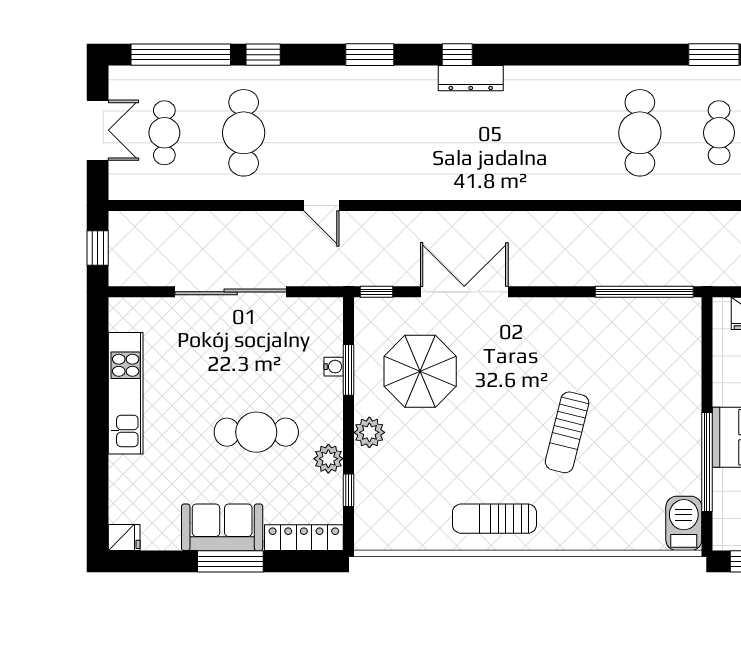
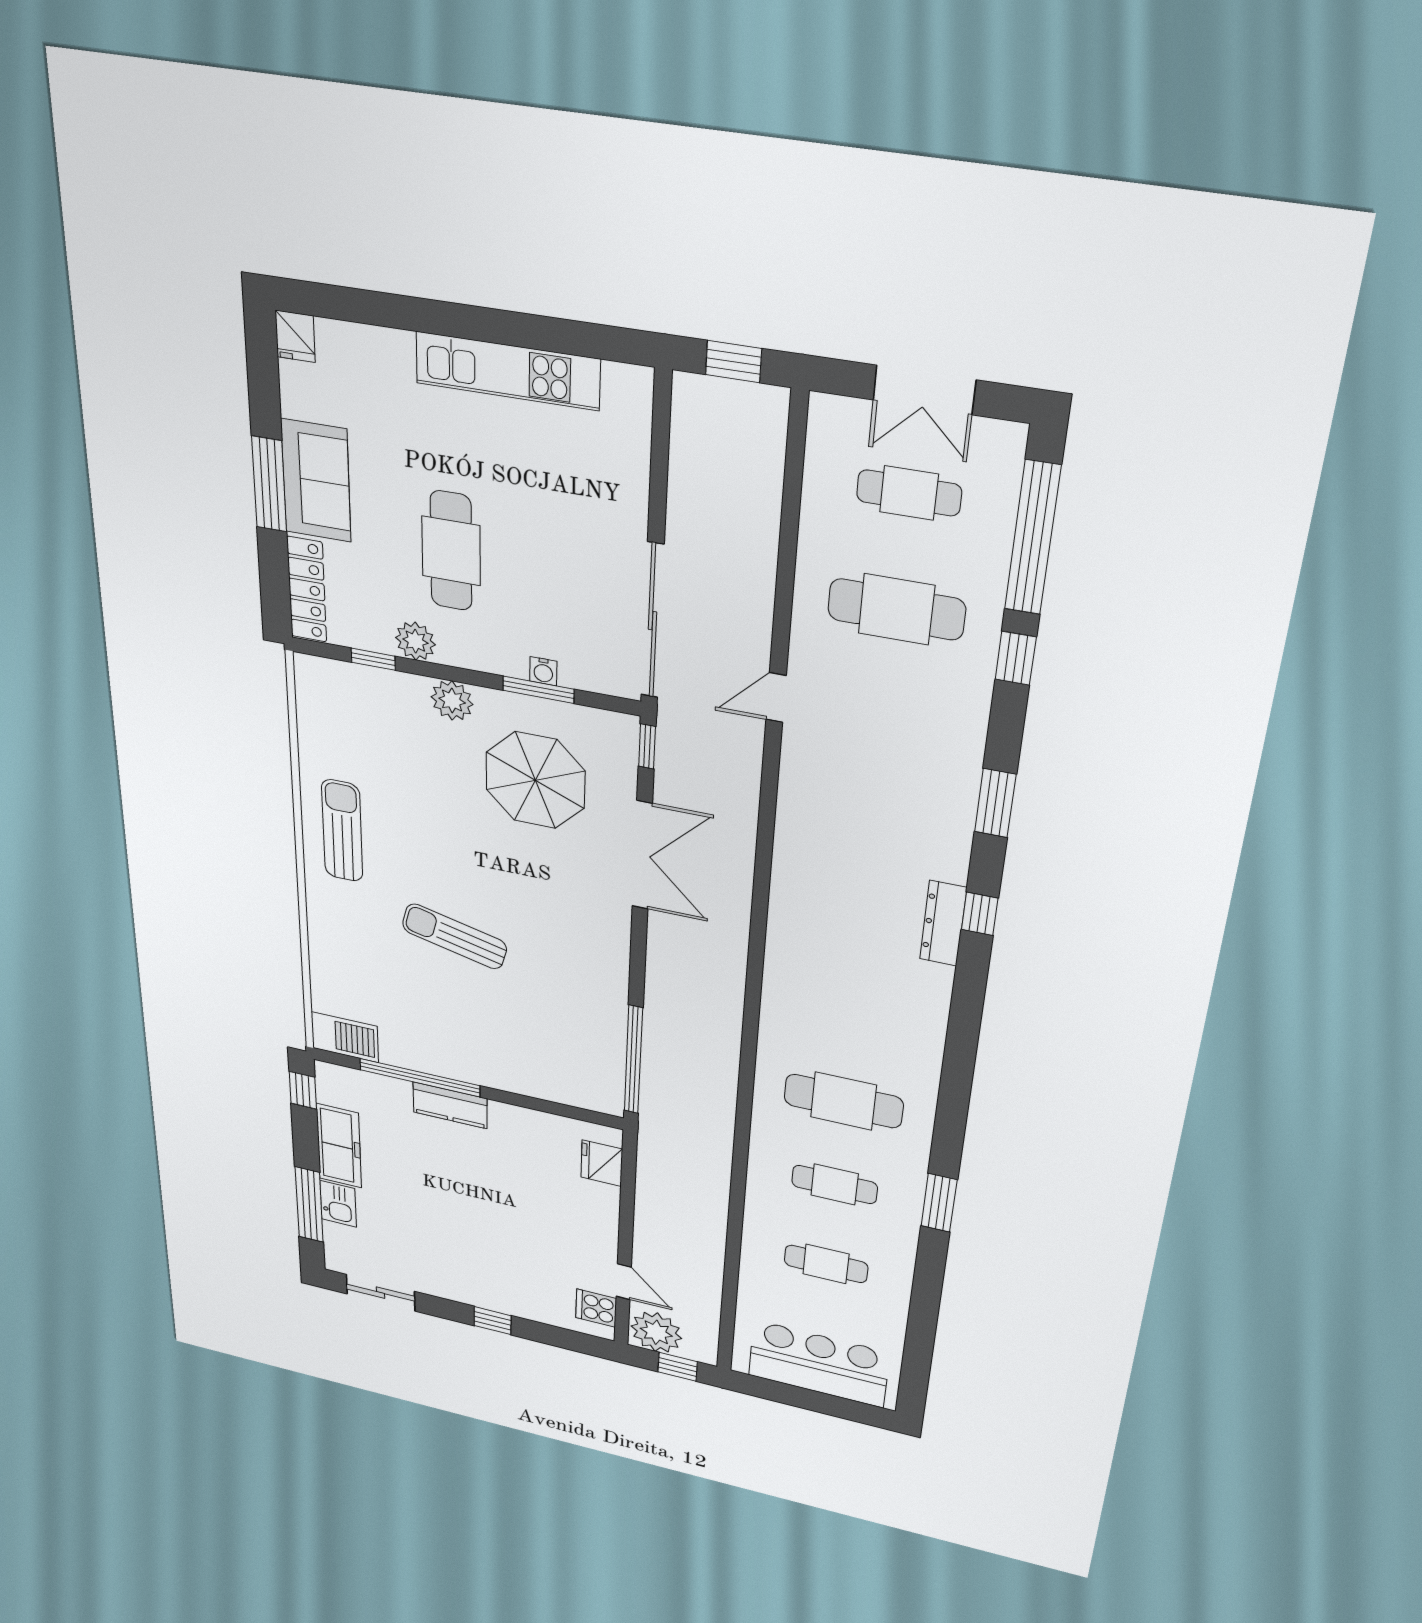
sliding door: (231, 292) -> (653, 621), moved

